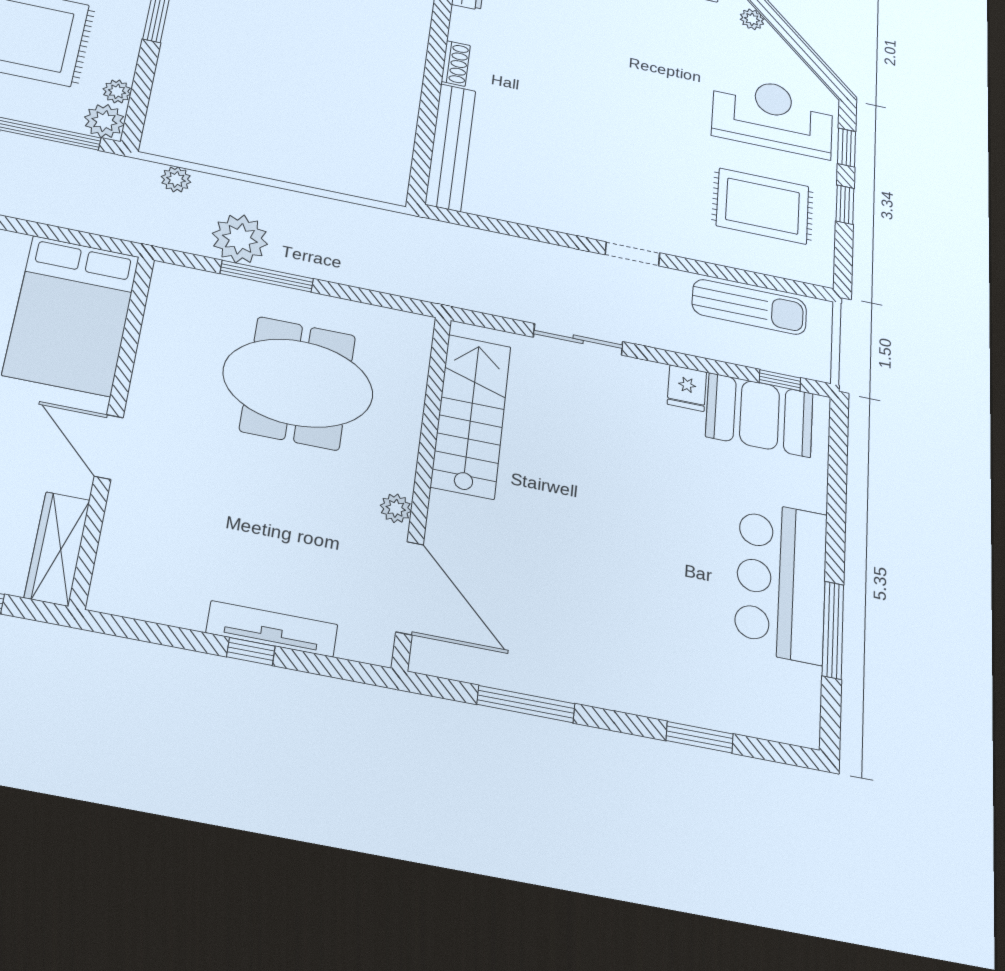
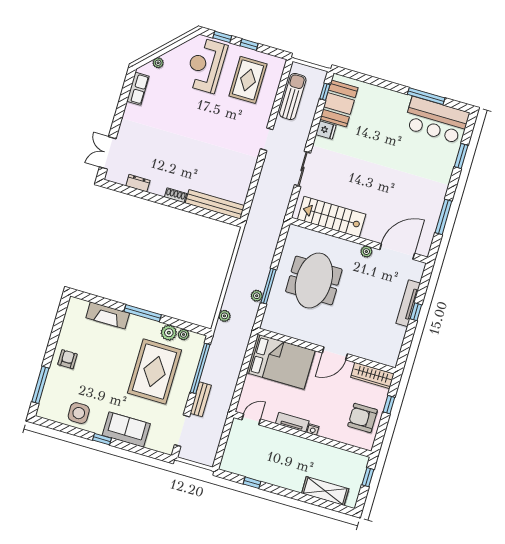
plant: (104, 121) -> (169, 333), moved
plant: (240, 239) -> (257, 296), width x0.53, depth x0.53
bar counter: (781, 581) -> (436, 120), moved

